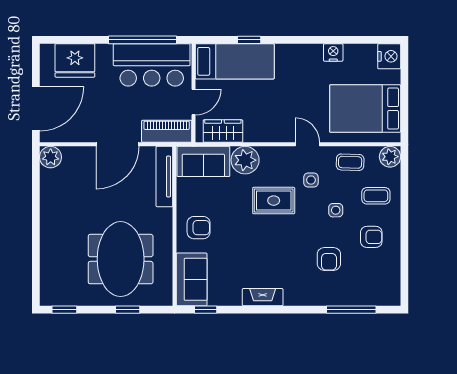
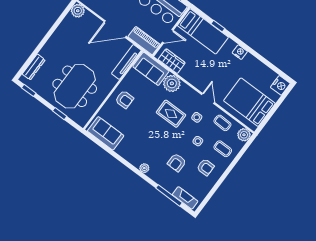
nightstand: (333, 52) -> (240, 52), moved
dresser: (48, 274) -> (34, 67), added
sofa: (192, 279) -> (106, 133), moved, turned -90
fireplace: (263, 297) -> (185, 198), moved
plant: (292, 298) -> (144, 168), added
window: (206, 310) -> (98, 142), removed

